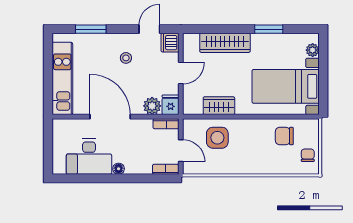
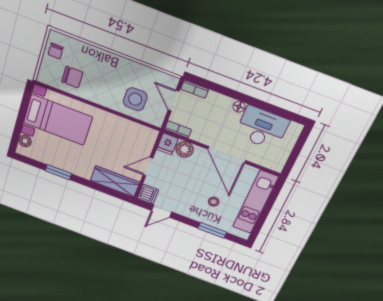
wardrobe: (225, 43) -> (115, 181), moved
stool: (126, 58) -> (214, 202), moved
wardrobe: (219, 106) -> (124, 127), removed

